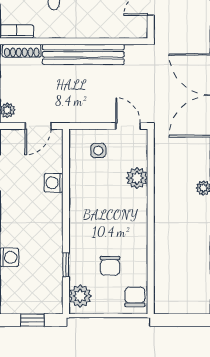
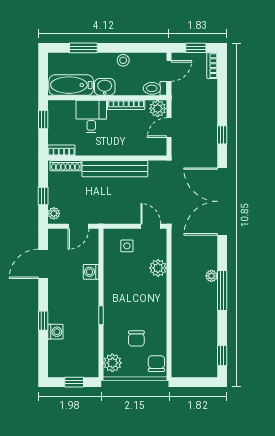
window: (66, 265) -> (101, 315), moved

